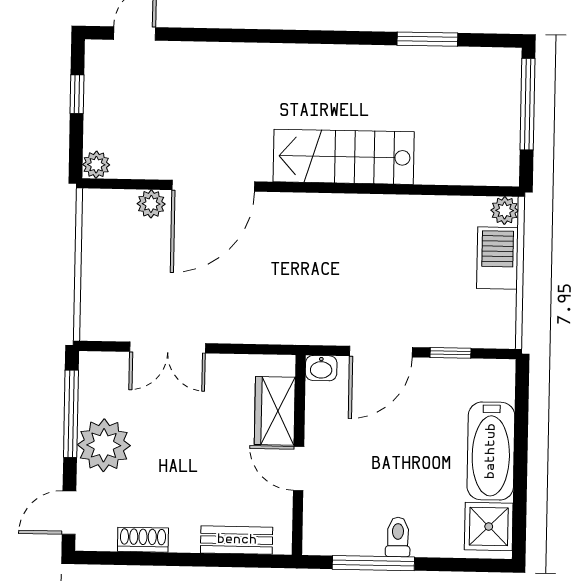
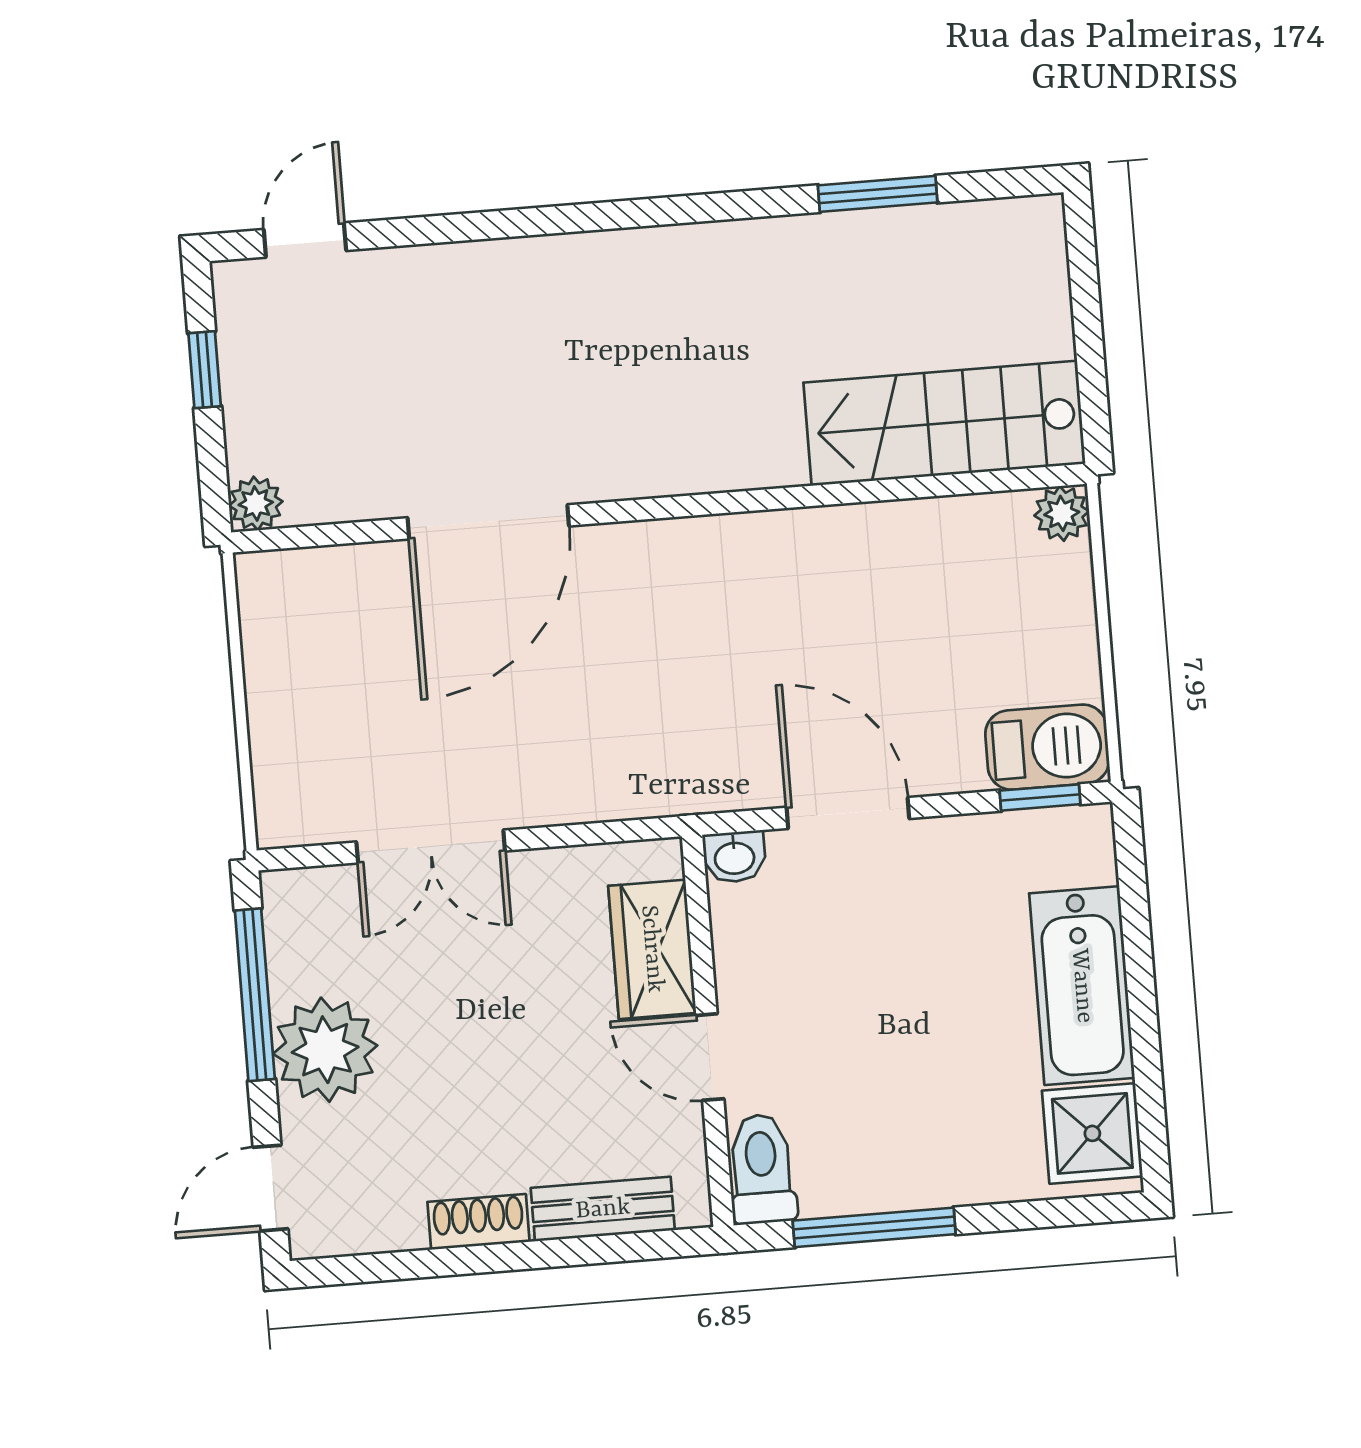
window: (527, 104) -> (1086, 301), removed
stairs: (344, 157) -> (944, 423), moved
plant: (151, 204) -> (370, 569), removed
barbecue: (497, 258) -> (1047, 747), moved, turned 90
door: (381, 352) -> (848, 813), swing flipped
window: (450, 353) -> (1040, 797), moved
toilet: (398, 537) -> (762, 1169), moved, width x1.37, depth x1.39
shoe rack: (143, 540) -> (478, 1222), moved

